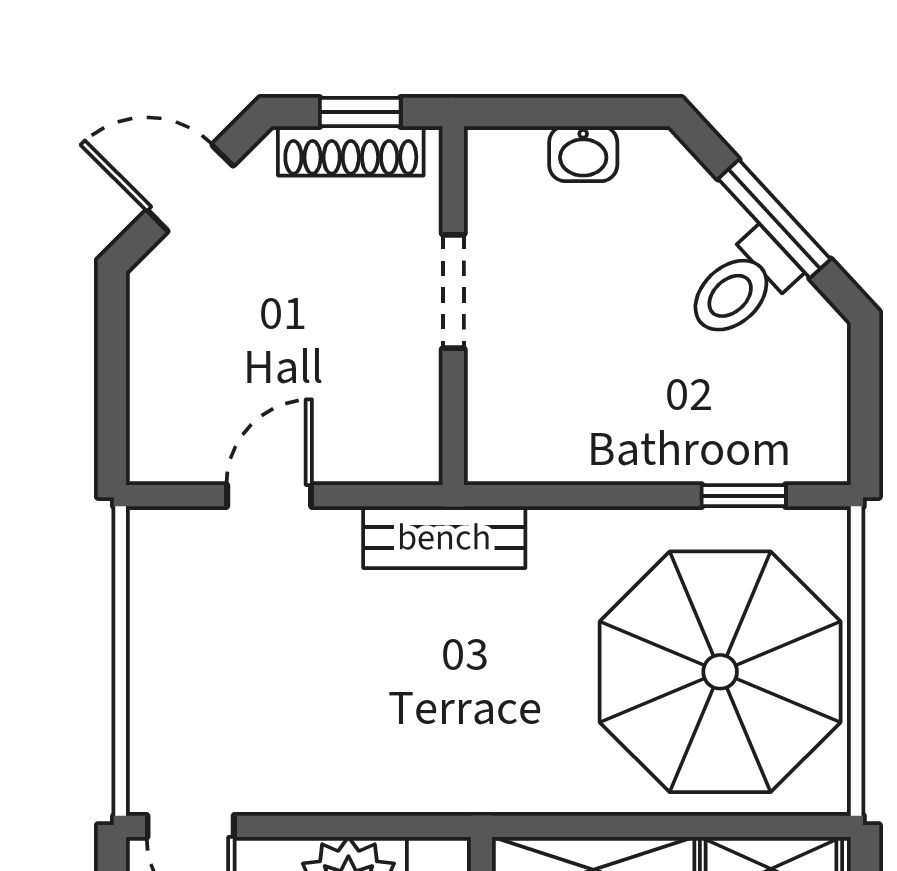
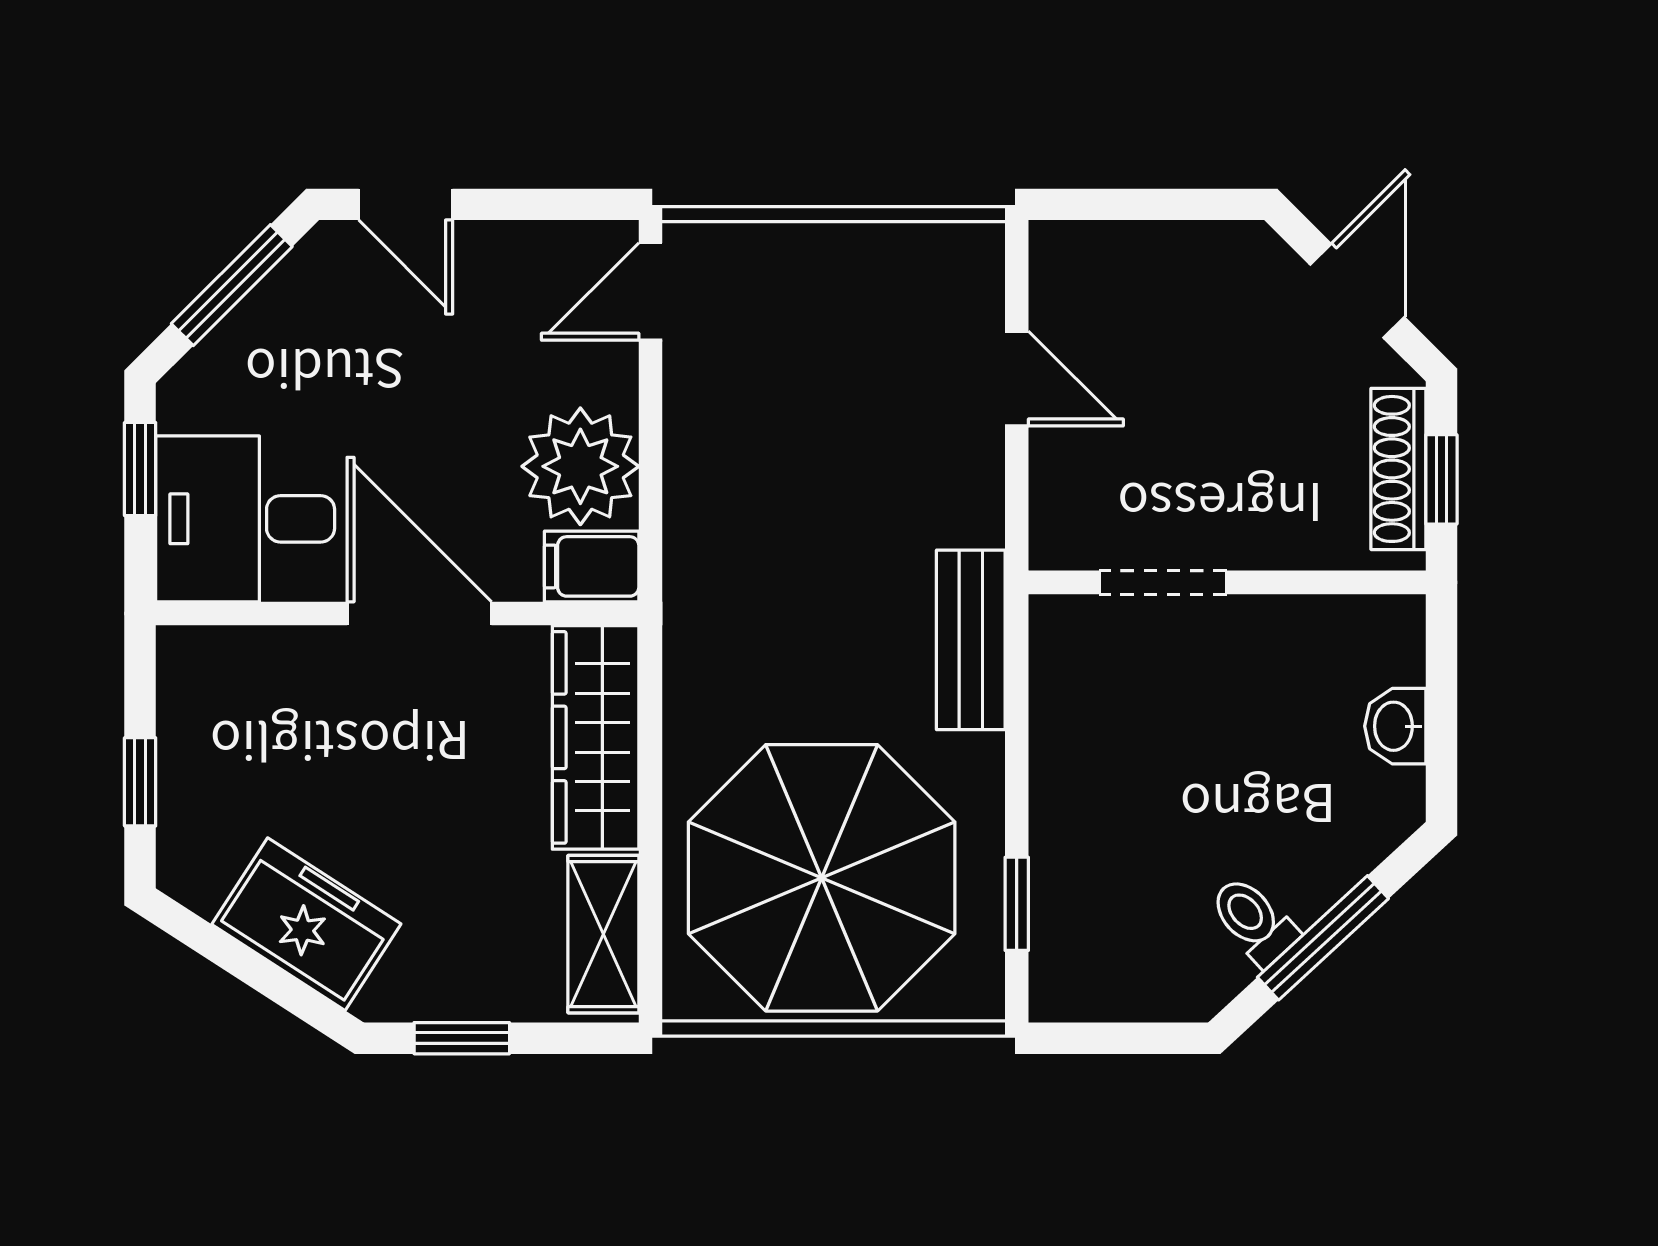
toilet: (742, 285) -> (1254, 921), width x0.73, depth x0.72
doorway: (453, 291) -> (1163, 582), moved
bench: (444, 537) -> (971, 640), moved

